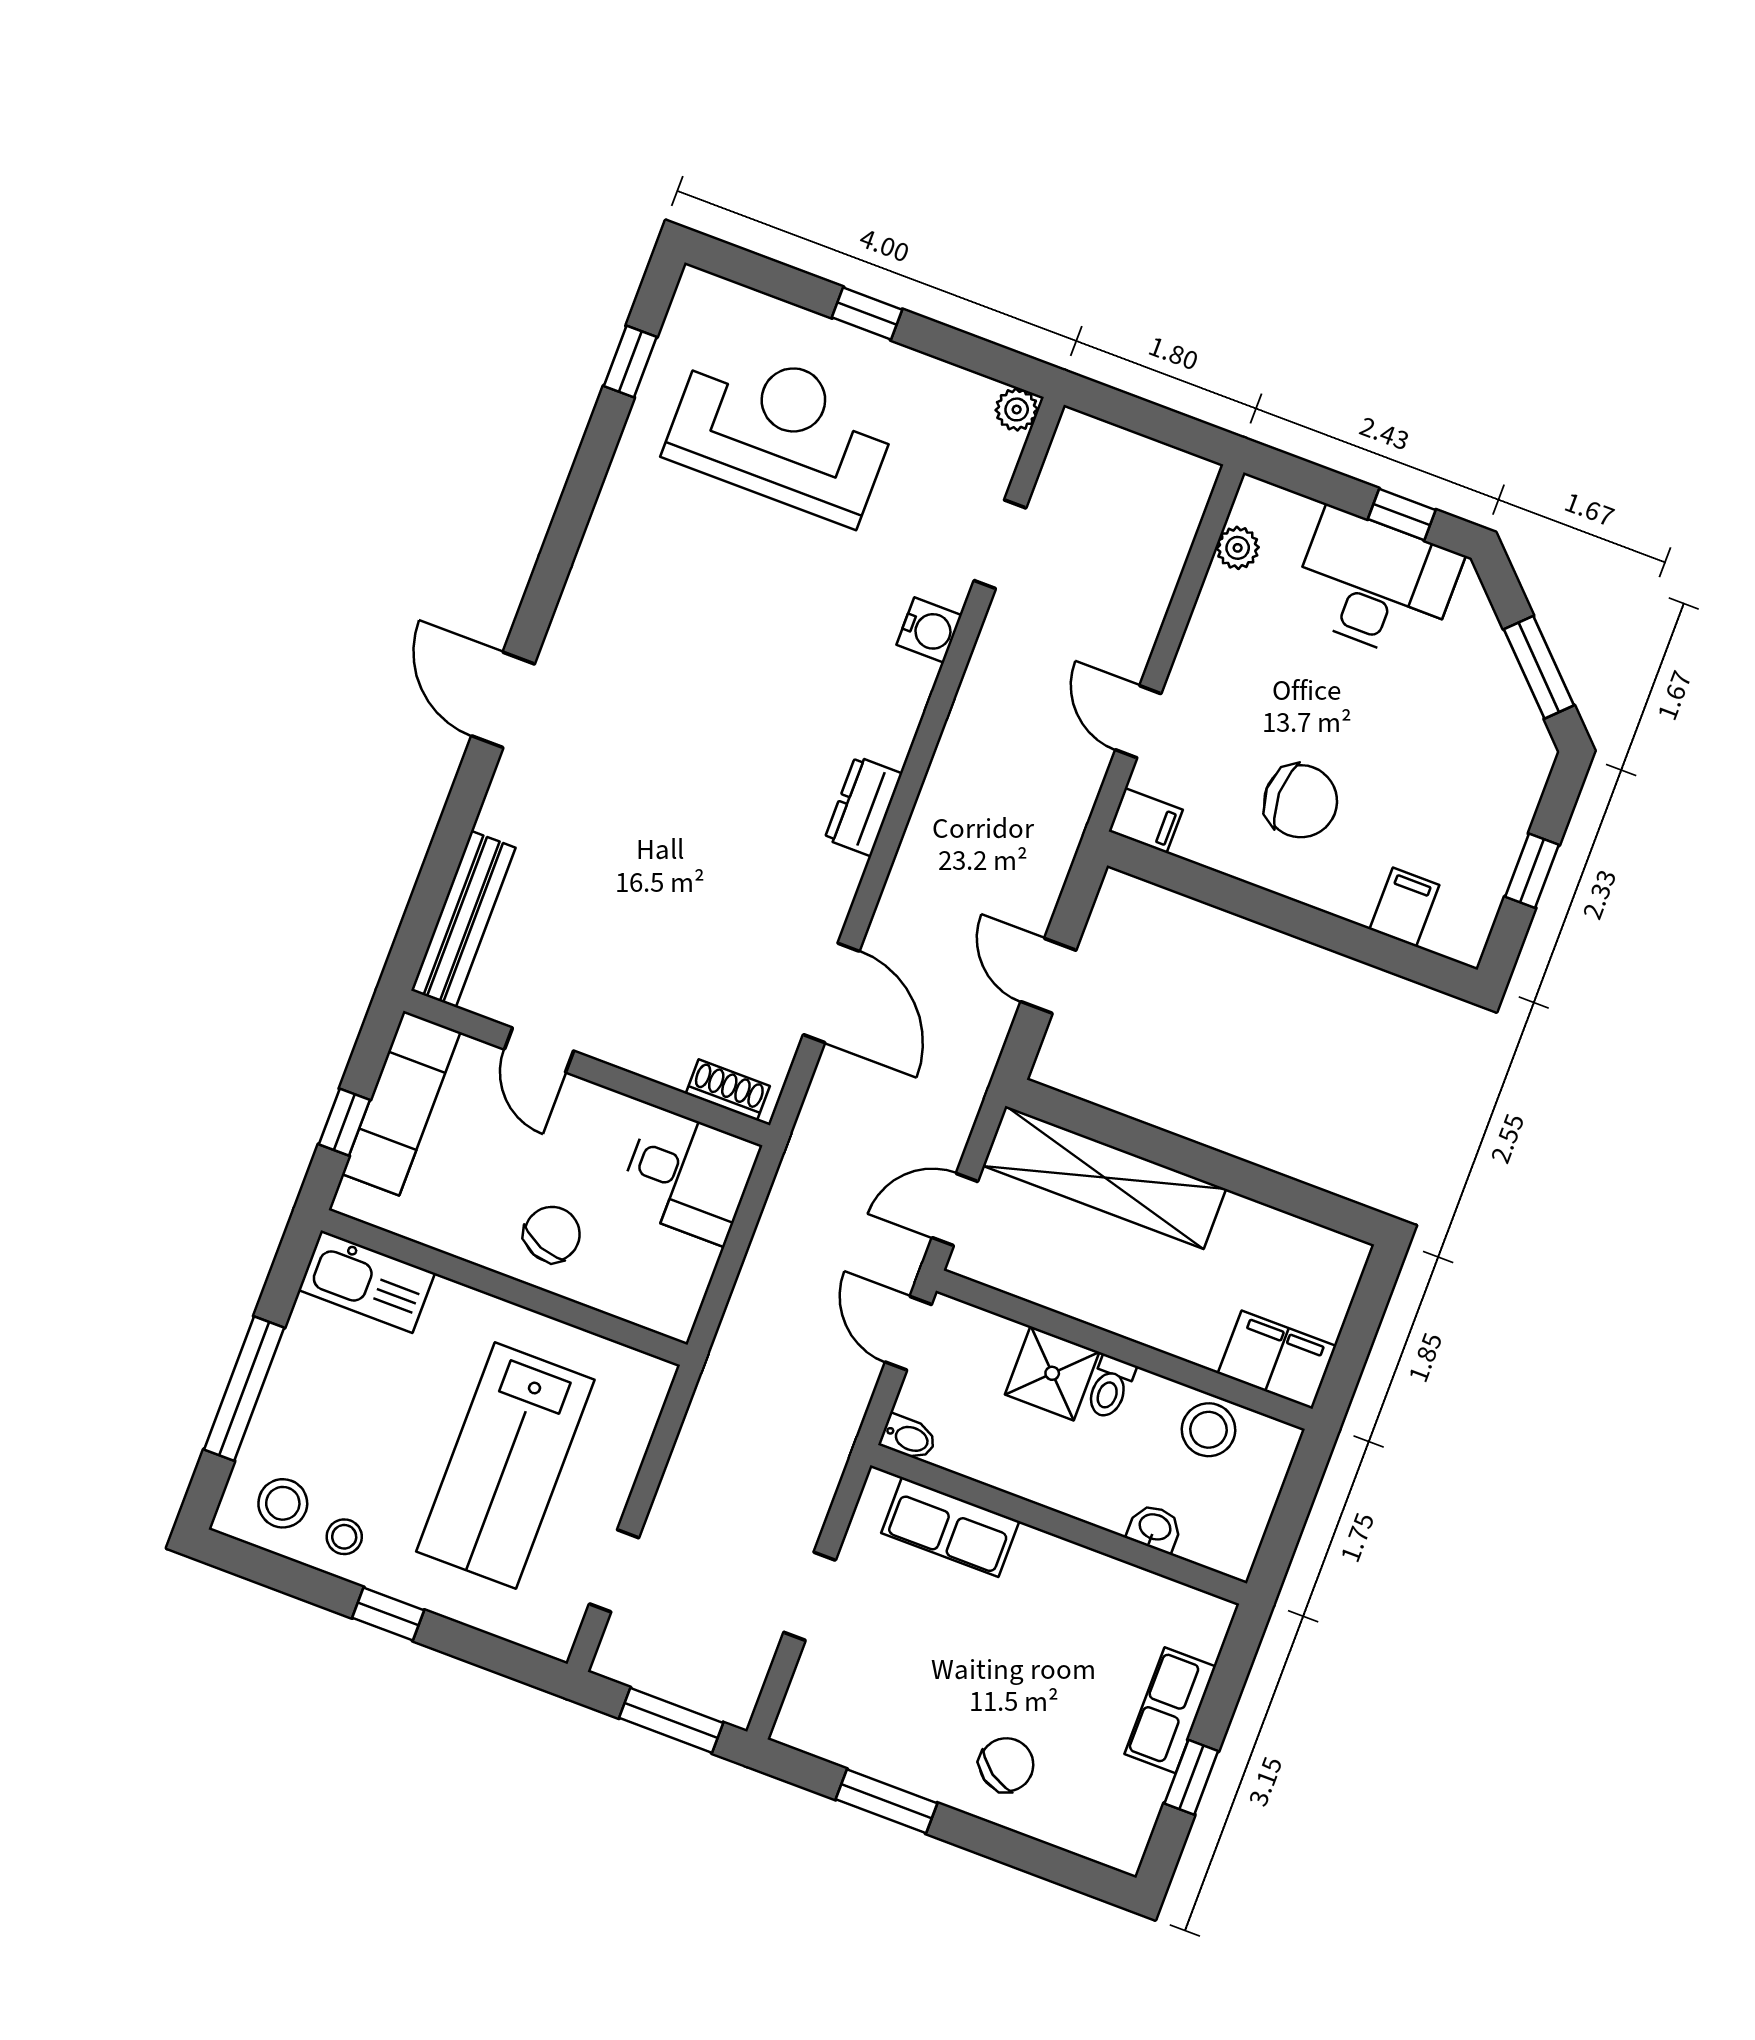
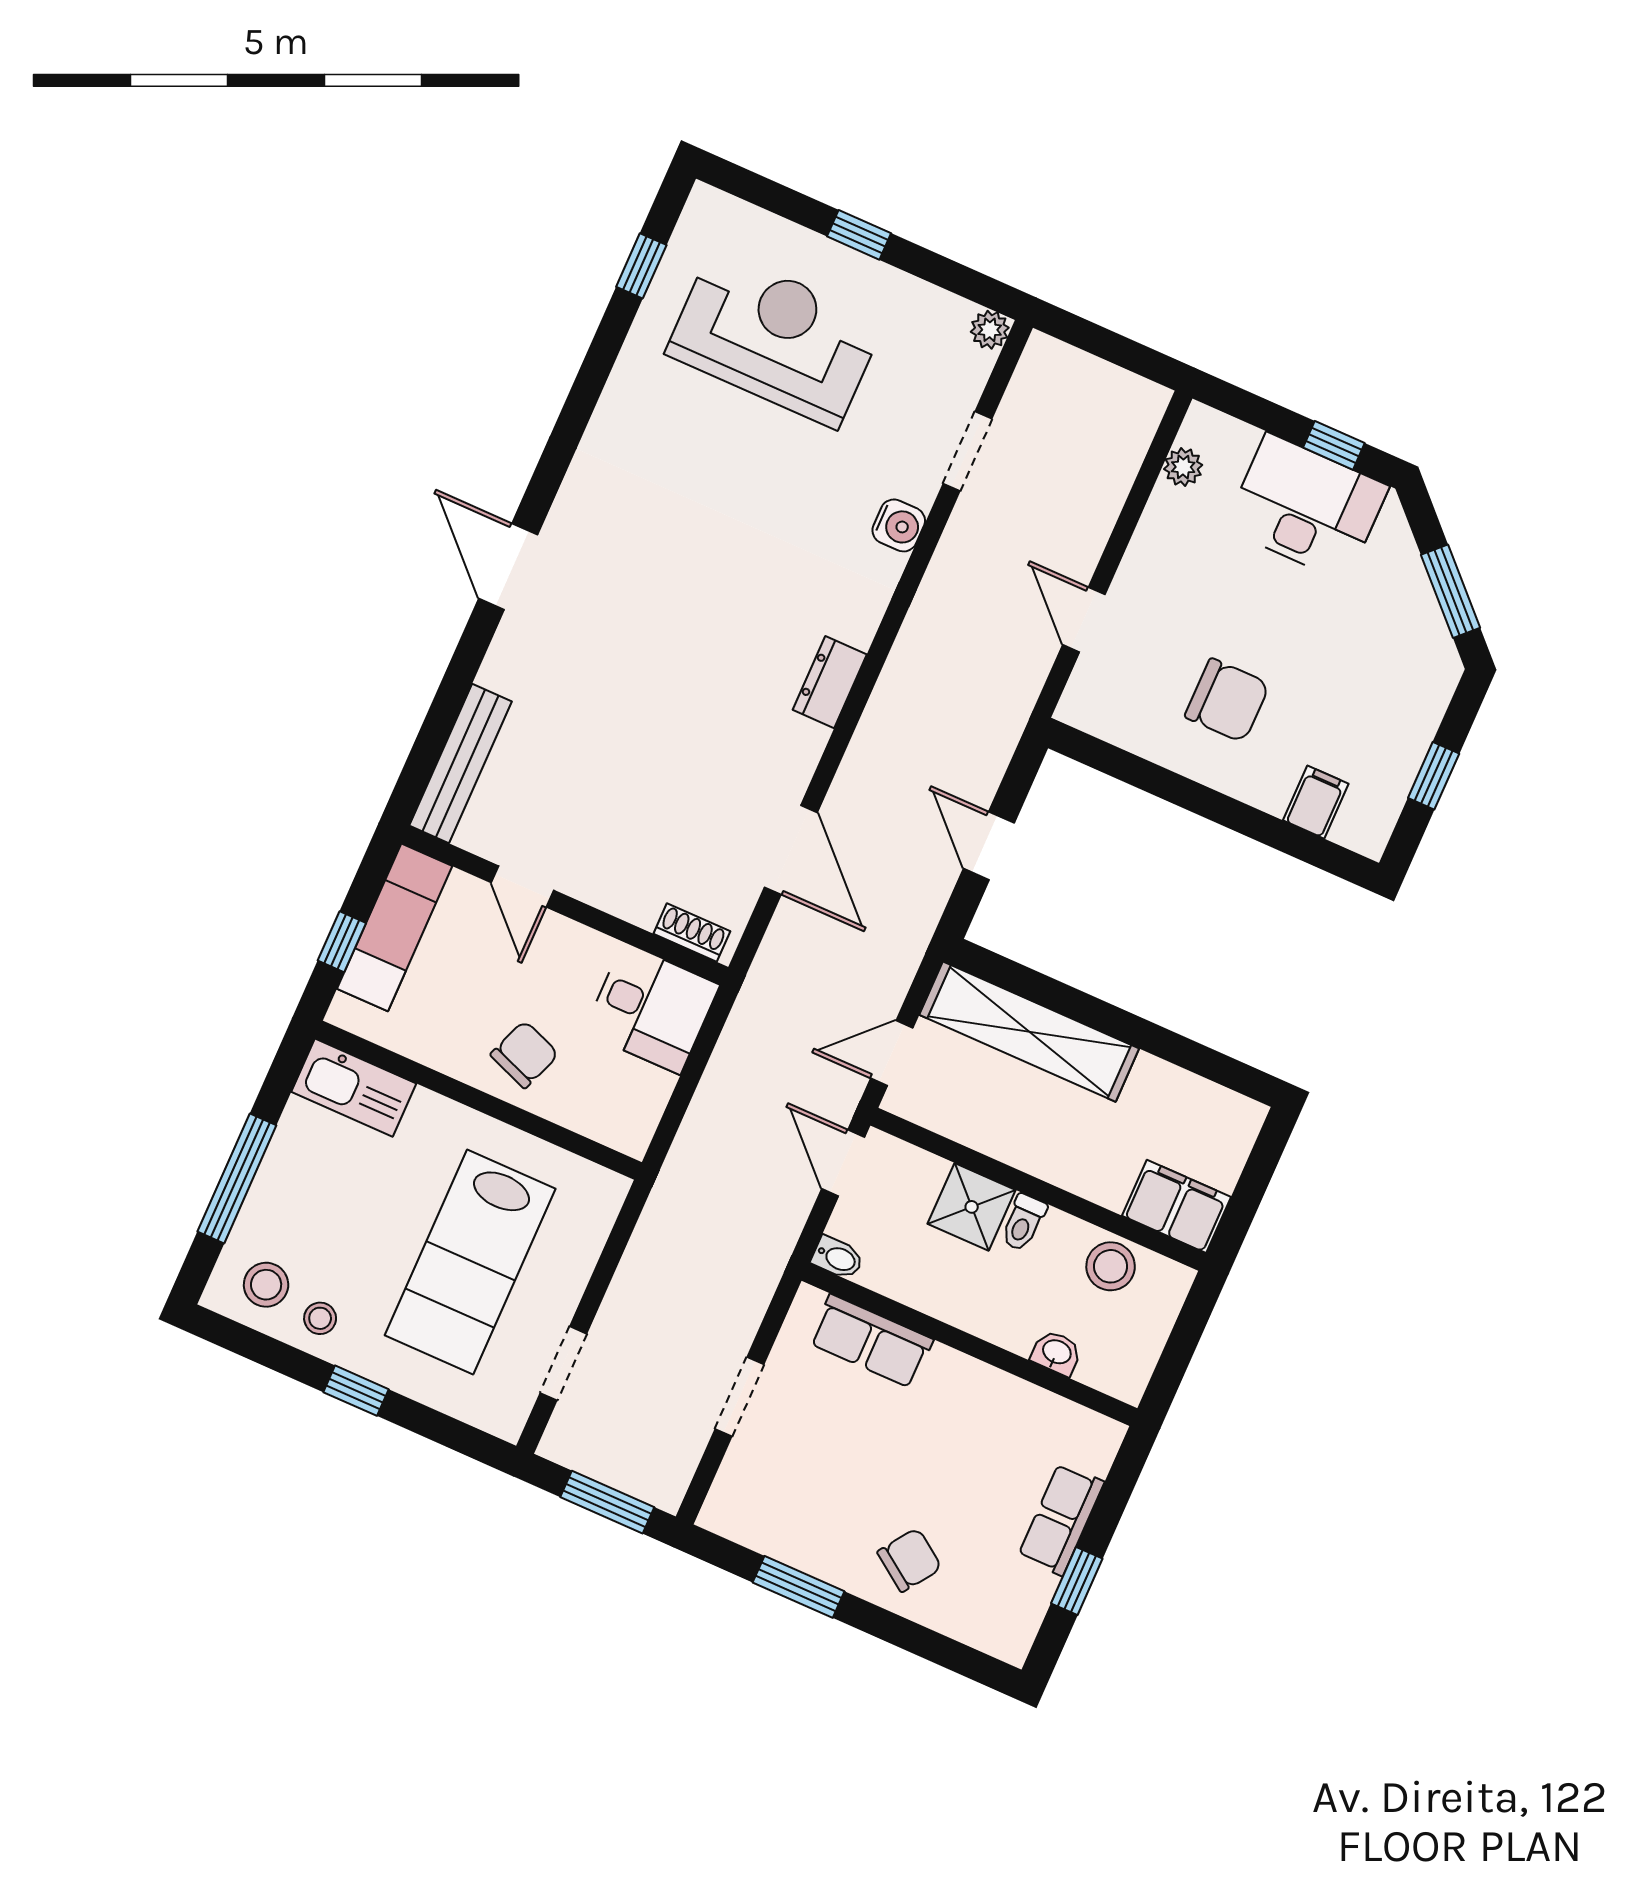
filing cabinet: (1146, 820) -> (1085, 710), removed

